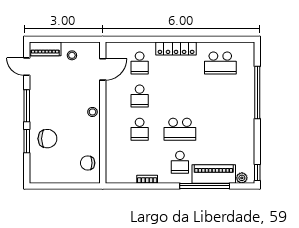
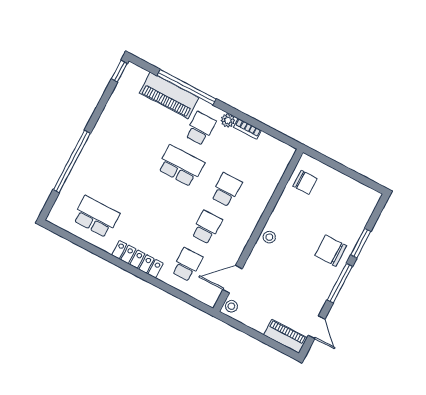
stool: (72, 55) -> (231, 306), moved
chair: (47, 139) -> (331, 251), moved
plant: (242, 178) -> (228, 120), moved

